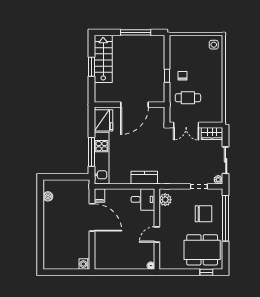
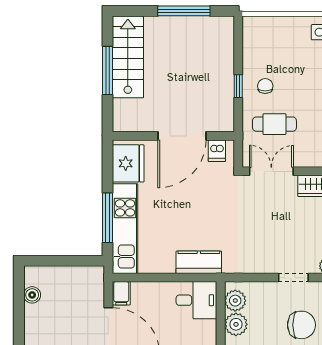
window: (91, 67) -> (107, 70), width x1.44
dishwasher: (155, 113) -> (217, 151), added
double door: (186, 125) -> (271, 171), swing flipped
plant: (166, 213) -> (236, 324), added

